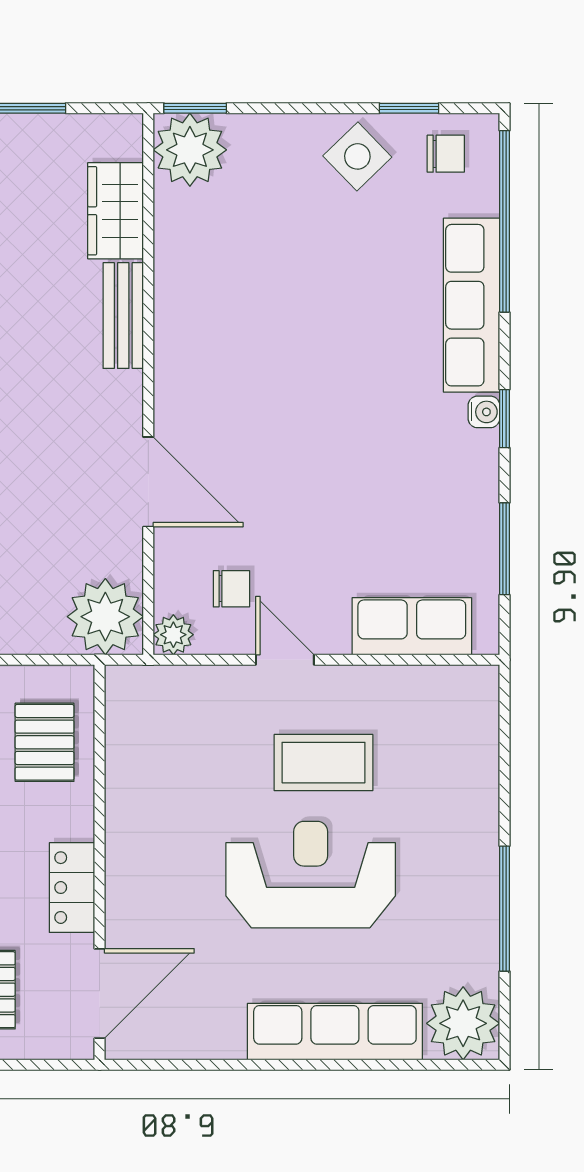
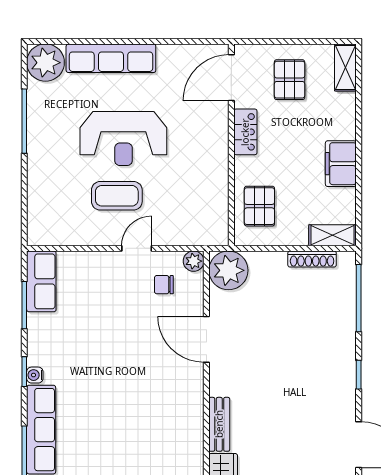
row of seats: (412, 626) -> (41, 281), moved, turned -90
door: (285, 660) -> (137, 248), swing flipped

